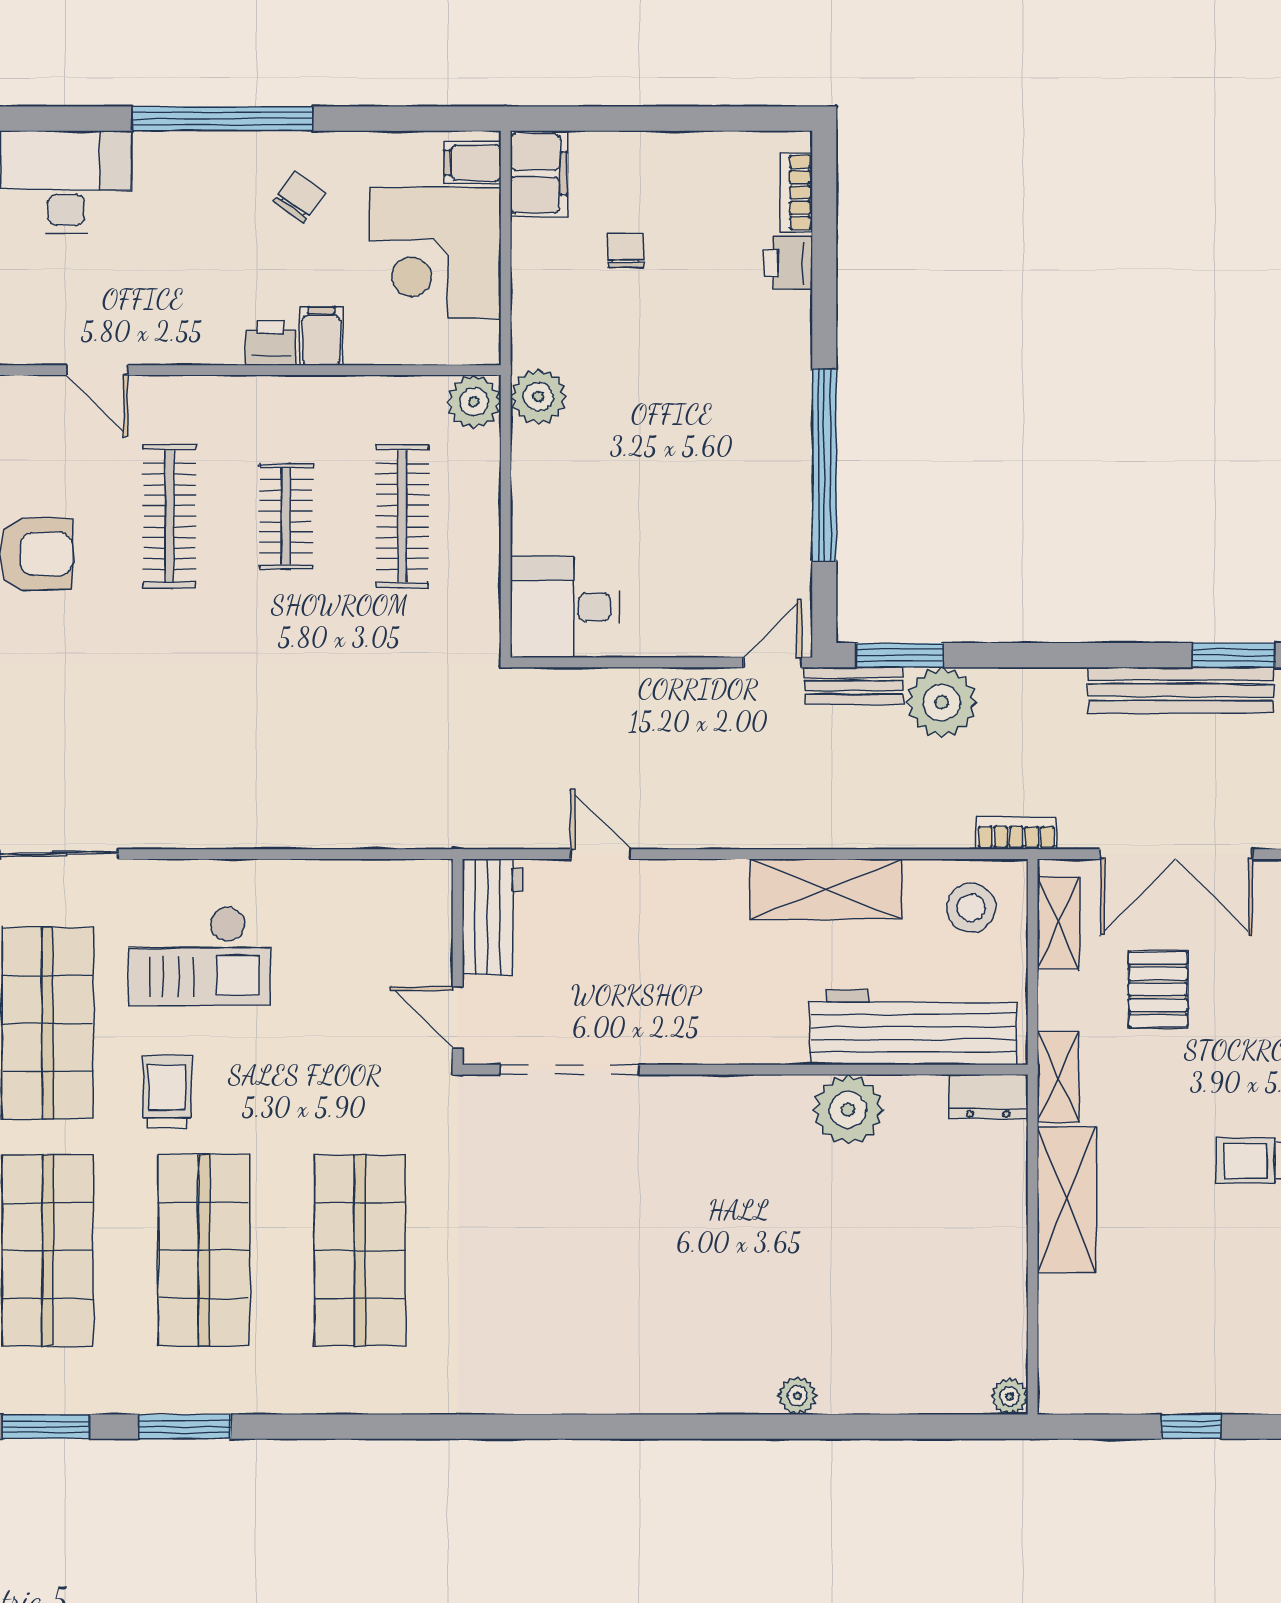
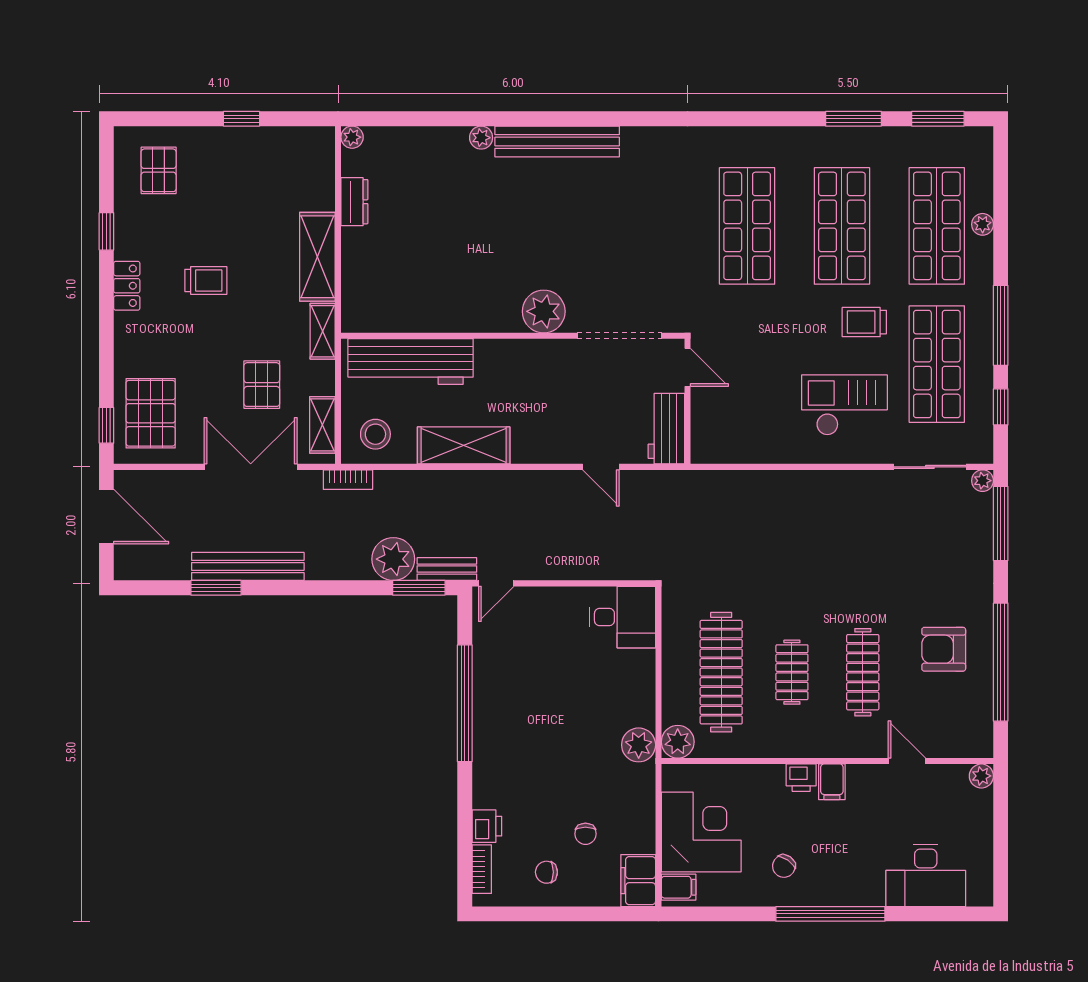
chair: (690, 187) -> (546, 872), added
filing cabinet: (321, 336) -> (832, 782), moved
clothes rail: (402, 516) -> (721, 672), width x1.37, depth x1.31
trolley: (167, 1092) -> (864, 322), turned 90
dresser: (988, 1097) -> (354, 202), moved, turned 90
plant: (848, 1110) -> (544, 311), moved
bench: (672, 1389) -> (557, 142), added

